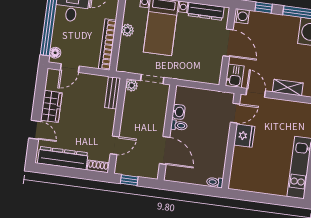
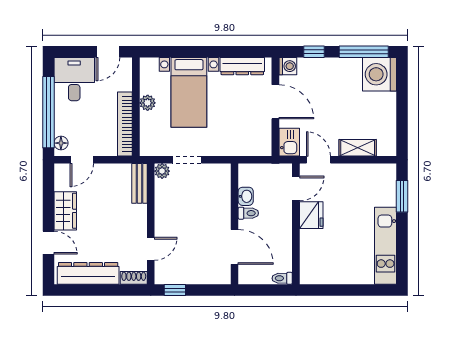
washbasin: (179, 112) -> (246, 196), moved
toilet: (179, 125) -> (248, 213), moved
wall: (167, 132) -> (235, 224), moved
door: (165, 150) -> (235, 247), moved

